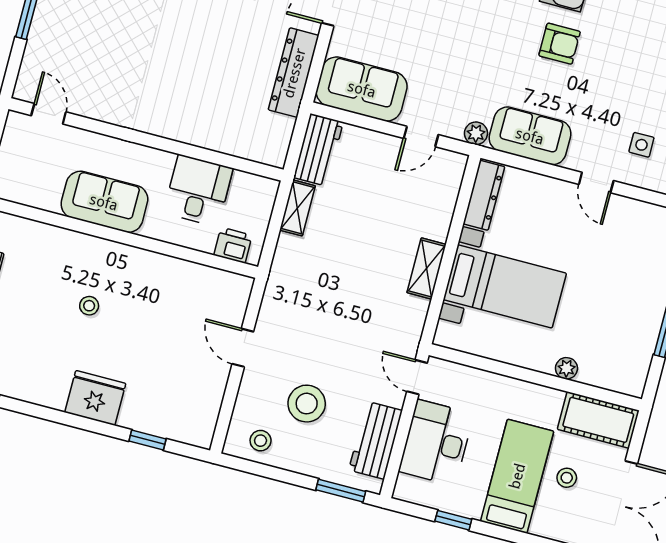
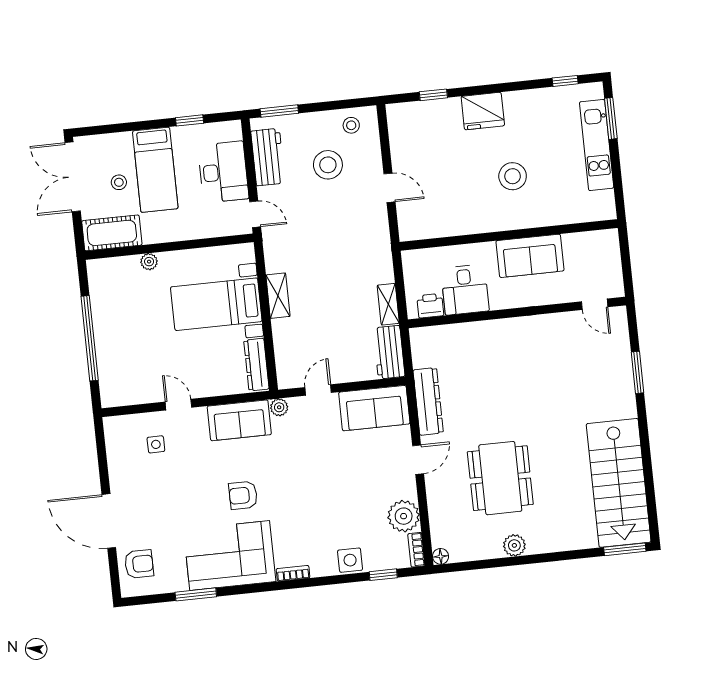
printer: (233, 245) -> (430, 306), moved, turned 180
stool: (89, 306) -> (513, 176), width x1.89, depth x1.89

